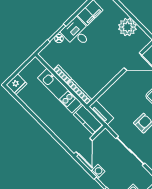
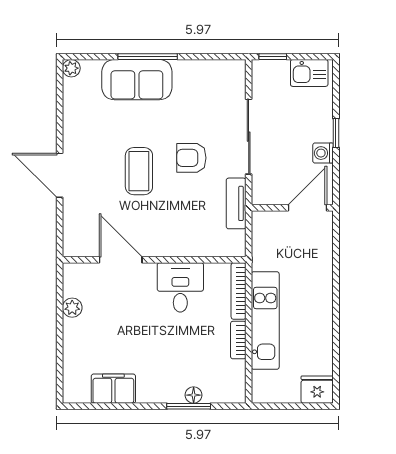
plant: (127, 27) -> (72, 308), width x0.53, depth x0.53
desk: (77, 33) -> (180, 287), moved, turned 180
tv unit: (101, 112) -> (236, 203), moved
kitchen counter: (88, 120) -> (265, 240), removed

